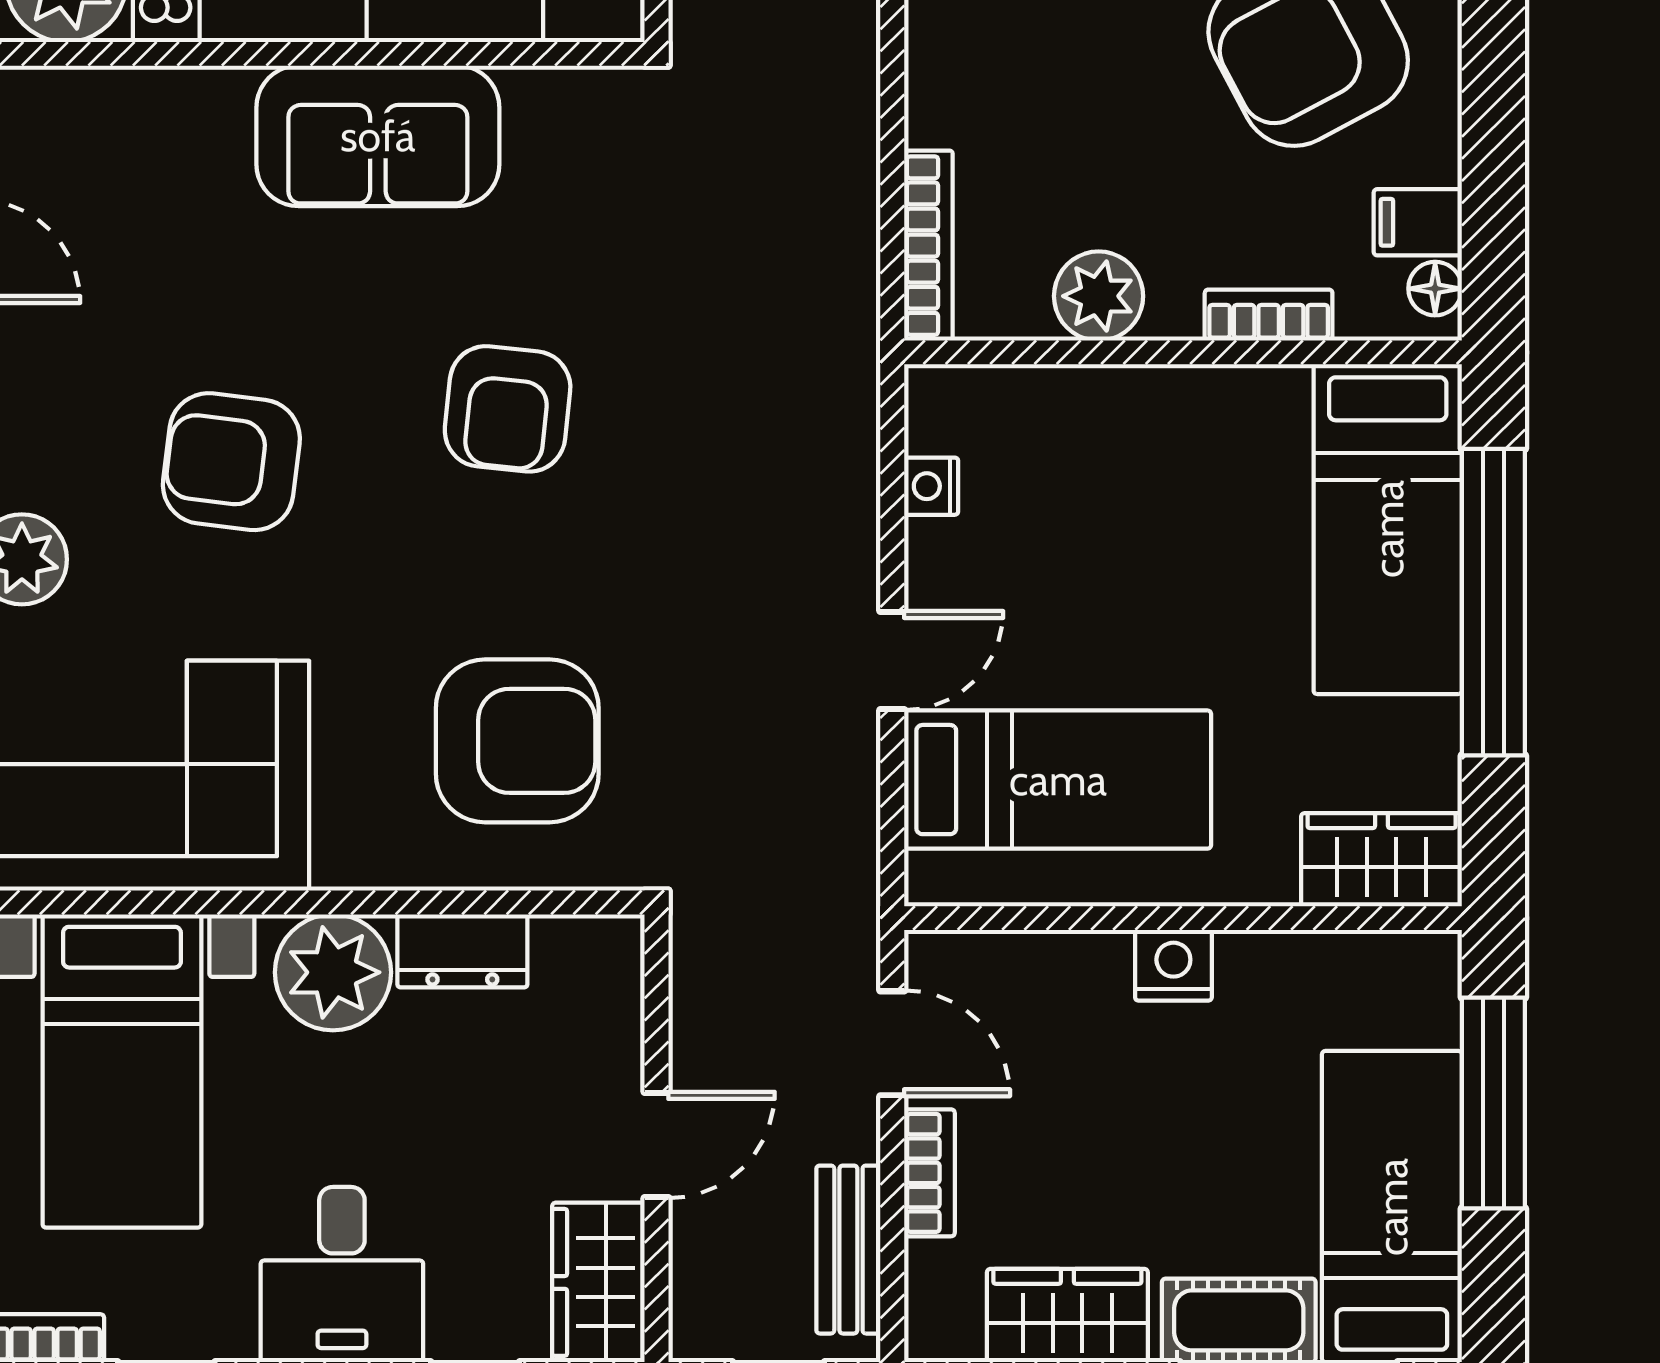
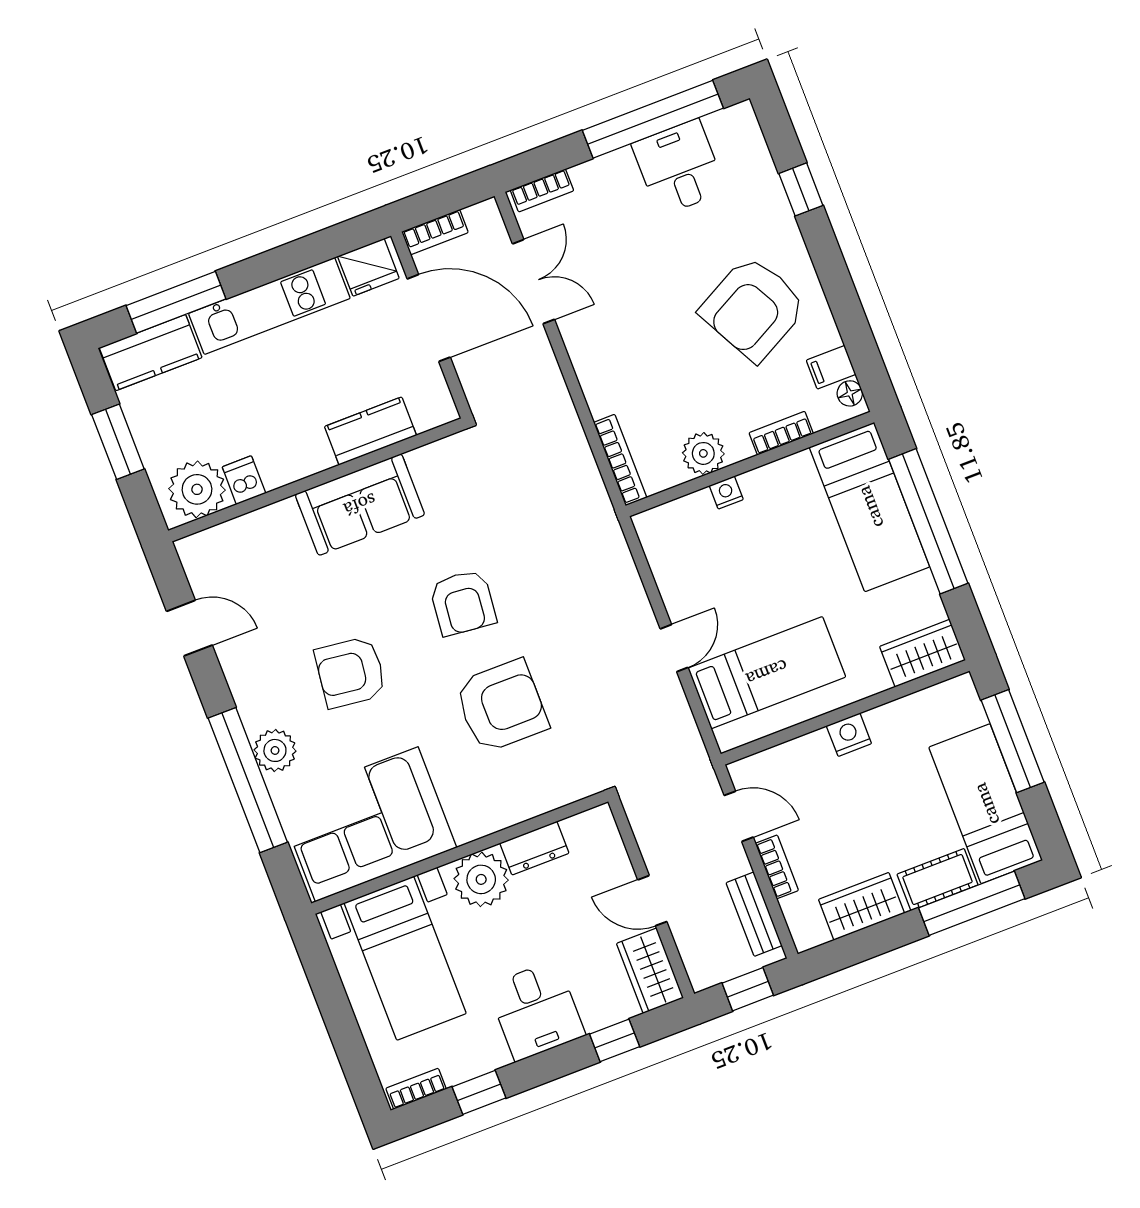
nightstand: (931, 486) -> (726, 493), moved, turned 90
armchair: (517, 741) -> (501, 706), moved
door: (657, 1145) -> (652, 901), swing flipped

